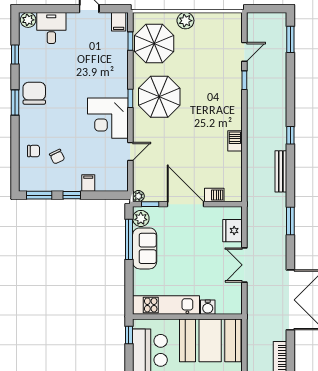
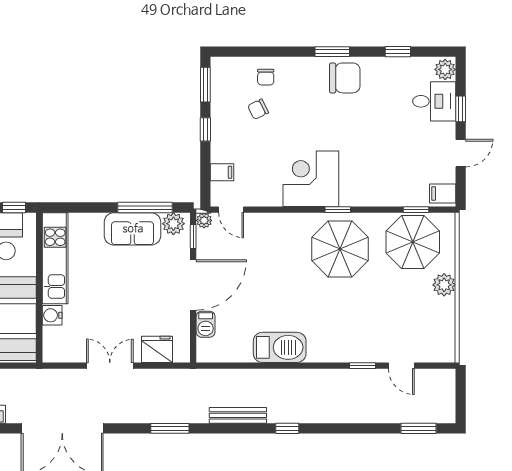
window: (57, 9) -> (461, 109), added
barbecue: (235, 141) -> (280, 347), width x1.88, depth x1.53
door: (130, 151) -> (231, 210), moved
filing cabinet: (88, 183) -> (222, 172), moved

